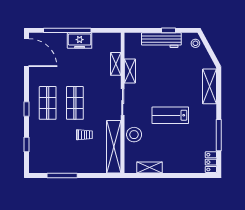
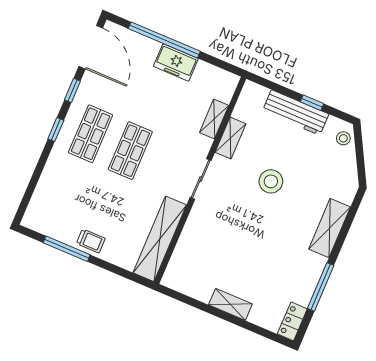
shelving: (210, 86) -> (330, 228), moved
lab bench: (170, 115) -> (262, 228), removed
trolley: (84, 135) -> (91, 241), moved
stool: (134, 135) -> (271, 181), moved
window: (27, 145) -> (72, 90), moved
shelving: (150, 167) -> (230, 304), moved

